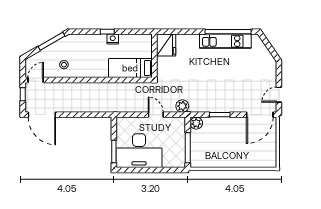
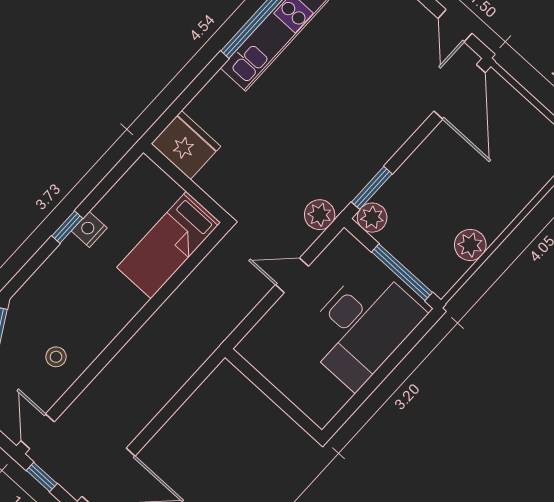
window: (220, 115) -> (372, 188), moved
window: (114, 151) -> (290, 408), removed
desk: (139, 151) -> (362, 326), moved
plant: (215, 161) -> (470, 245), added

